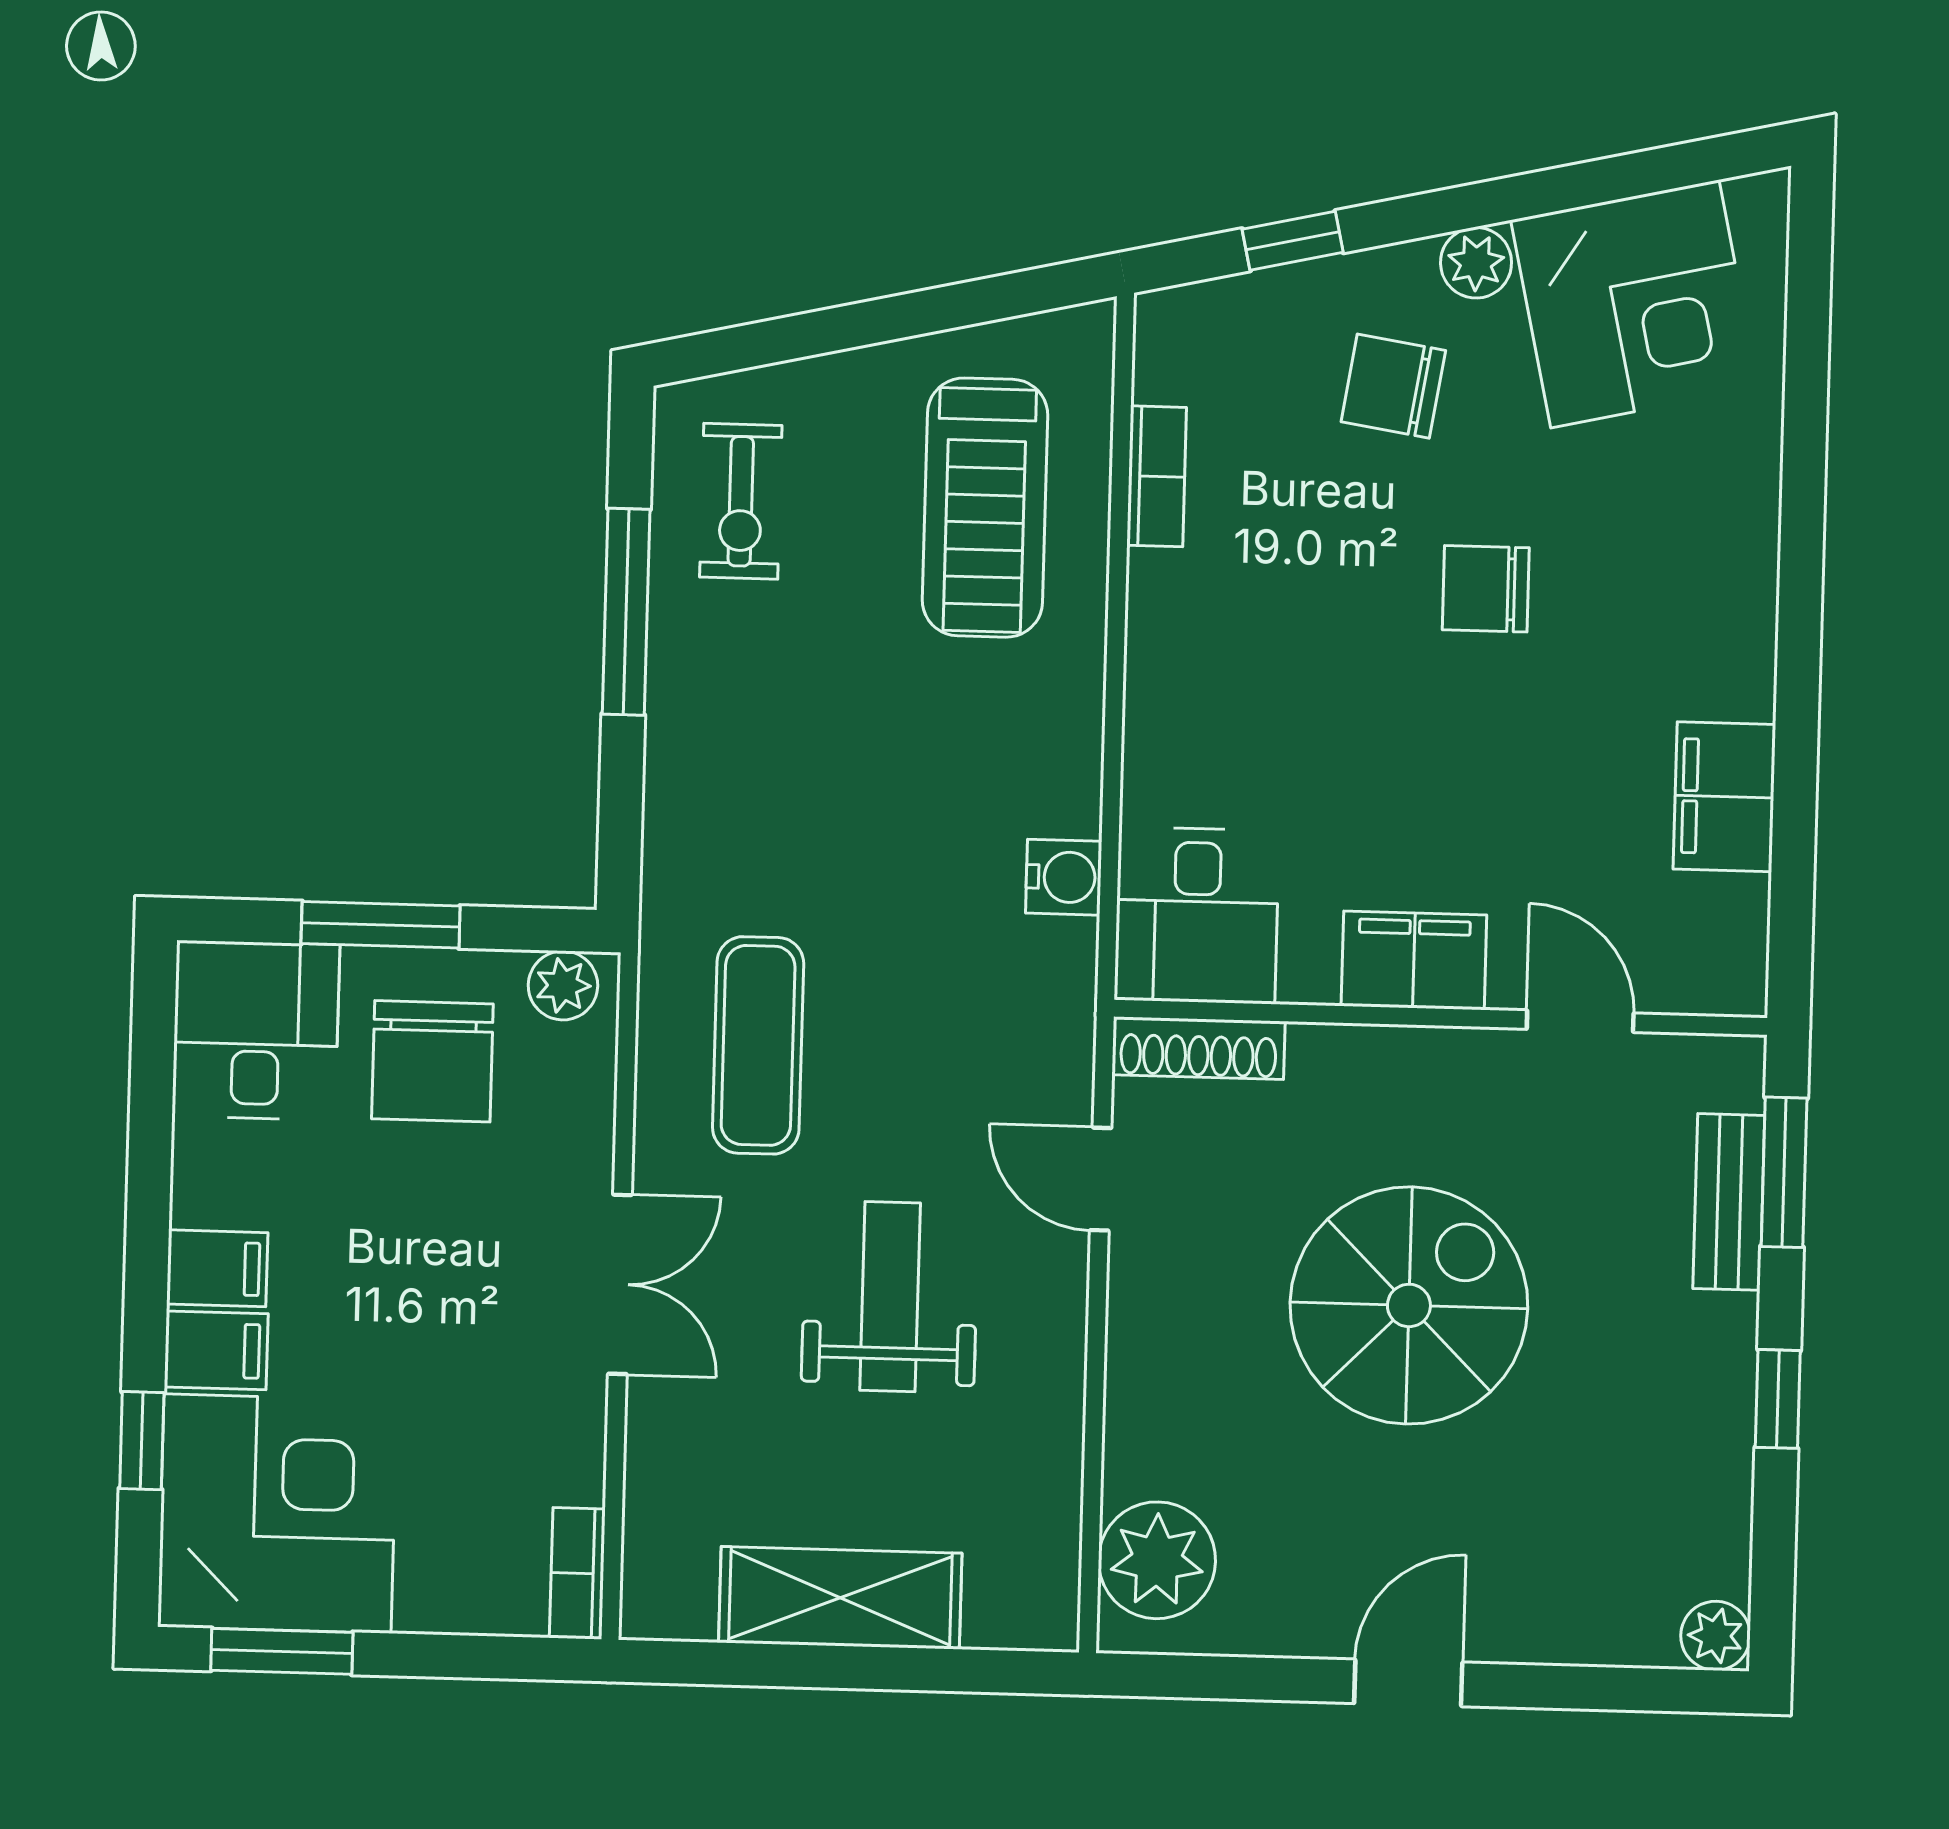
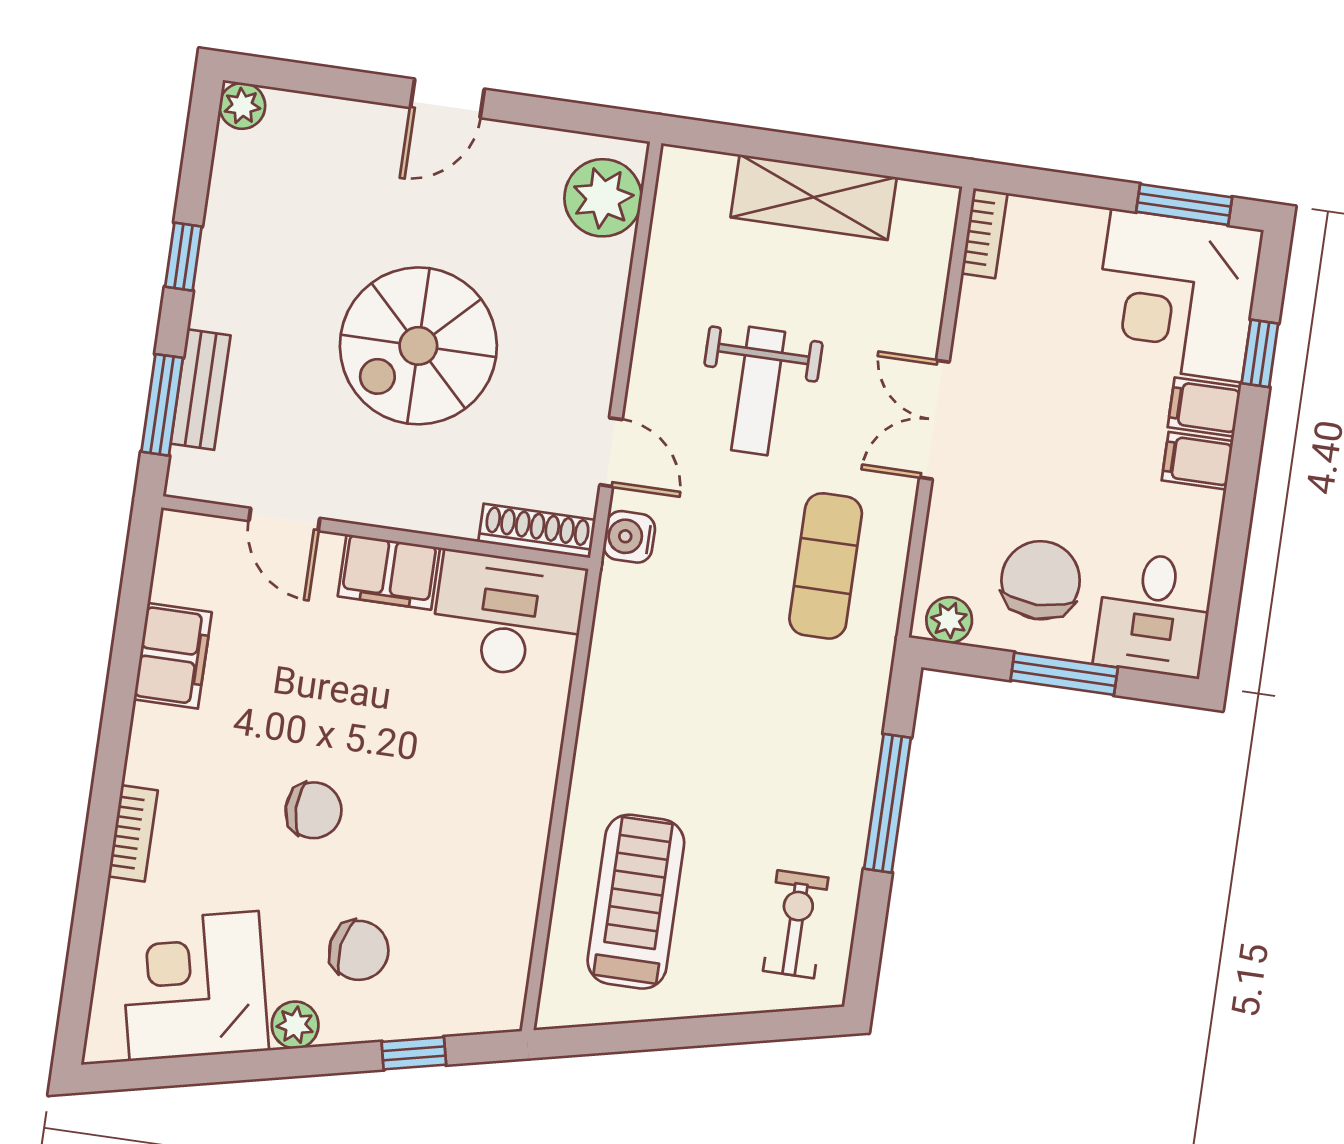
bookcase: (1157, 476) -> (133, 833), moved, turned 180
window: (626, 612) -> (888, 803), moved
water cooler: (1064, 877) -> (629, 537), moved
desk: (1197, 915) -> (508, 615), width x1.37

